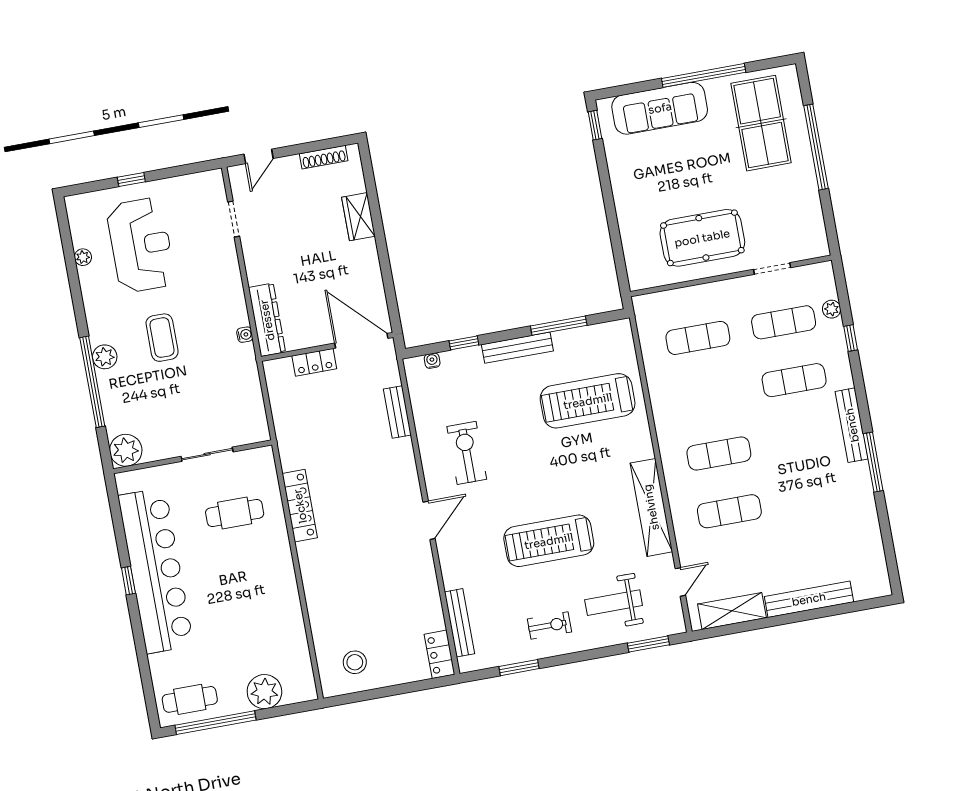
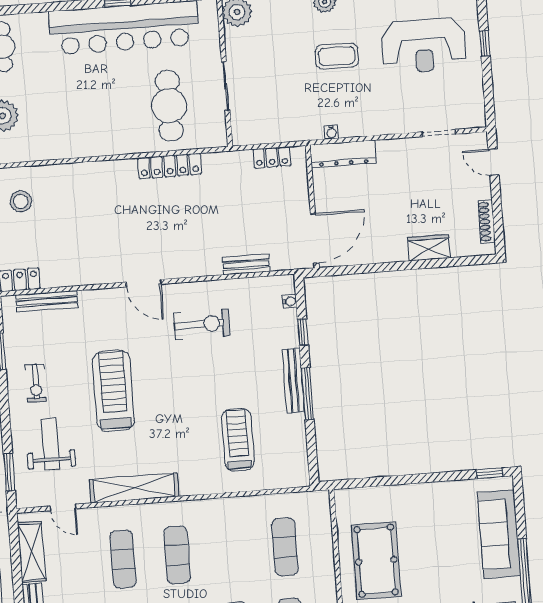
window: (559, 326) -> (308, 394), moved
locker: (314, 362) -> (272, 157), moved, turned -90
treadmill: (588, 401) -> (238, 440), width x0.73, depth x0.73
cafe table: (235, 513) -> (169, 106), width x1.37, depth x1.35

